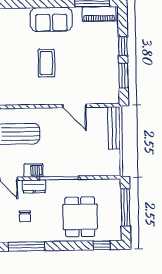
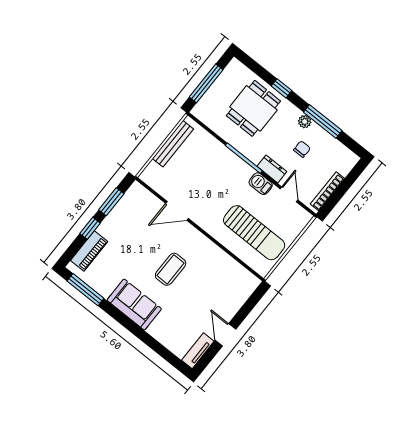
piano: (99, 14) -> (89, 251), moved, turned 90
door: (74, 106) -> (177, 211), swing flipped
bench: (114, 128) -> (173, 144), moved
plant: (38, 236) -> (305, 122), added
window: (102, 245) -> (281, 88), moved

